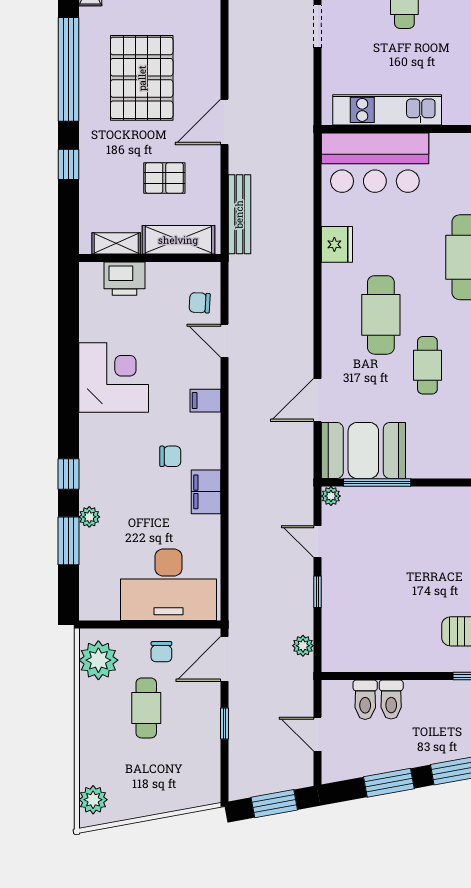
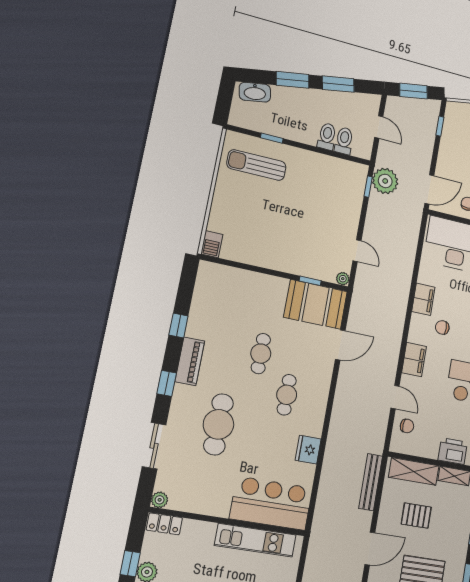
cafe table: (381, 315) -> (287, 395), width x0.73, depth x0.74
filing cabinet: (205, 401) -> (414, 360), width x2.00
window: (377, 483) -> (310, 281), width x0.46
window: (317, 592) -> (368, 187), moved
plant: (303, 646) -> (385, 181), width x1.87, depth x1.87
window: (225, 723) -> (440, 126), moved

